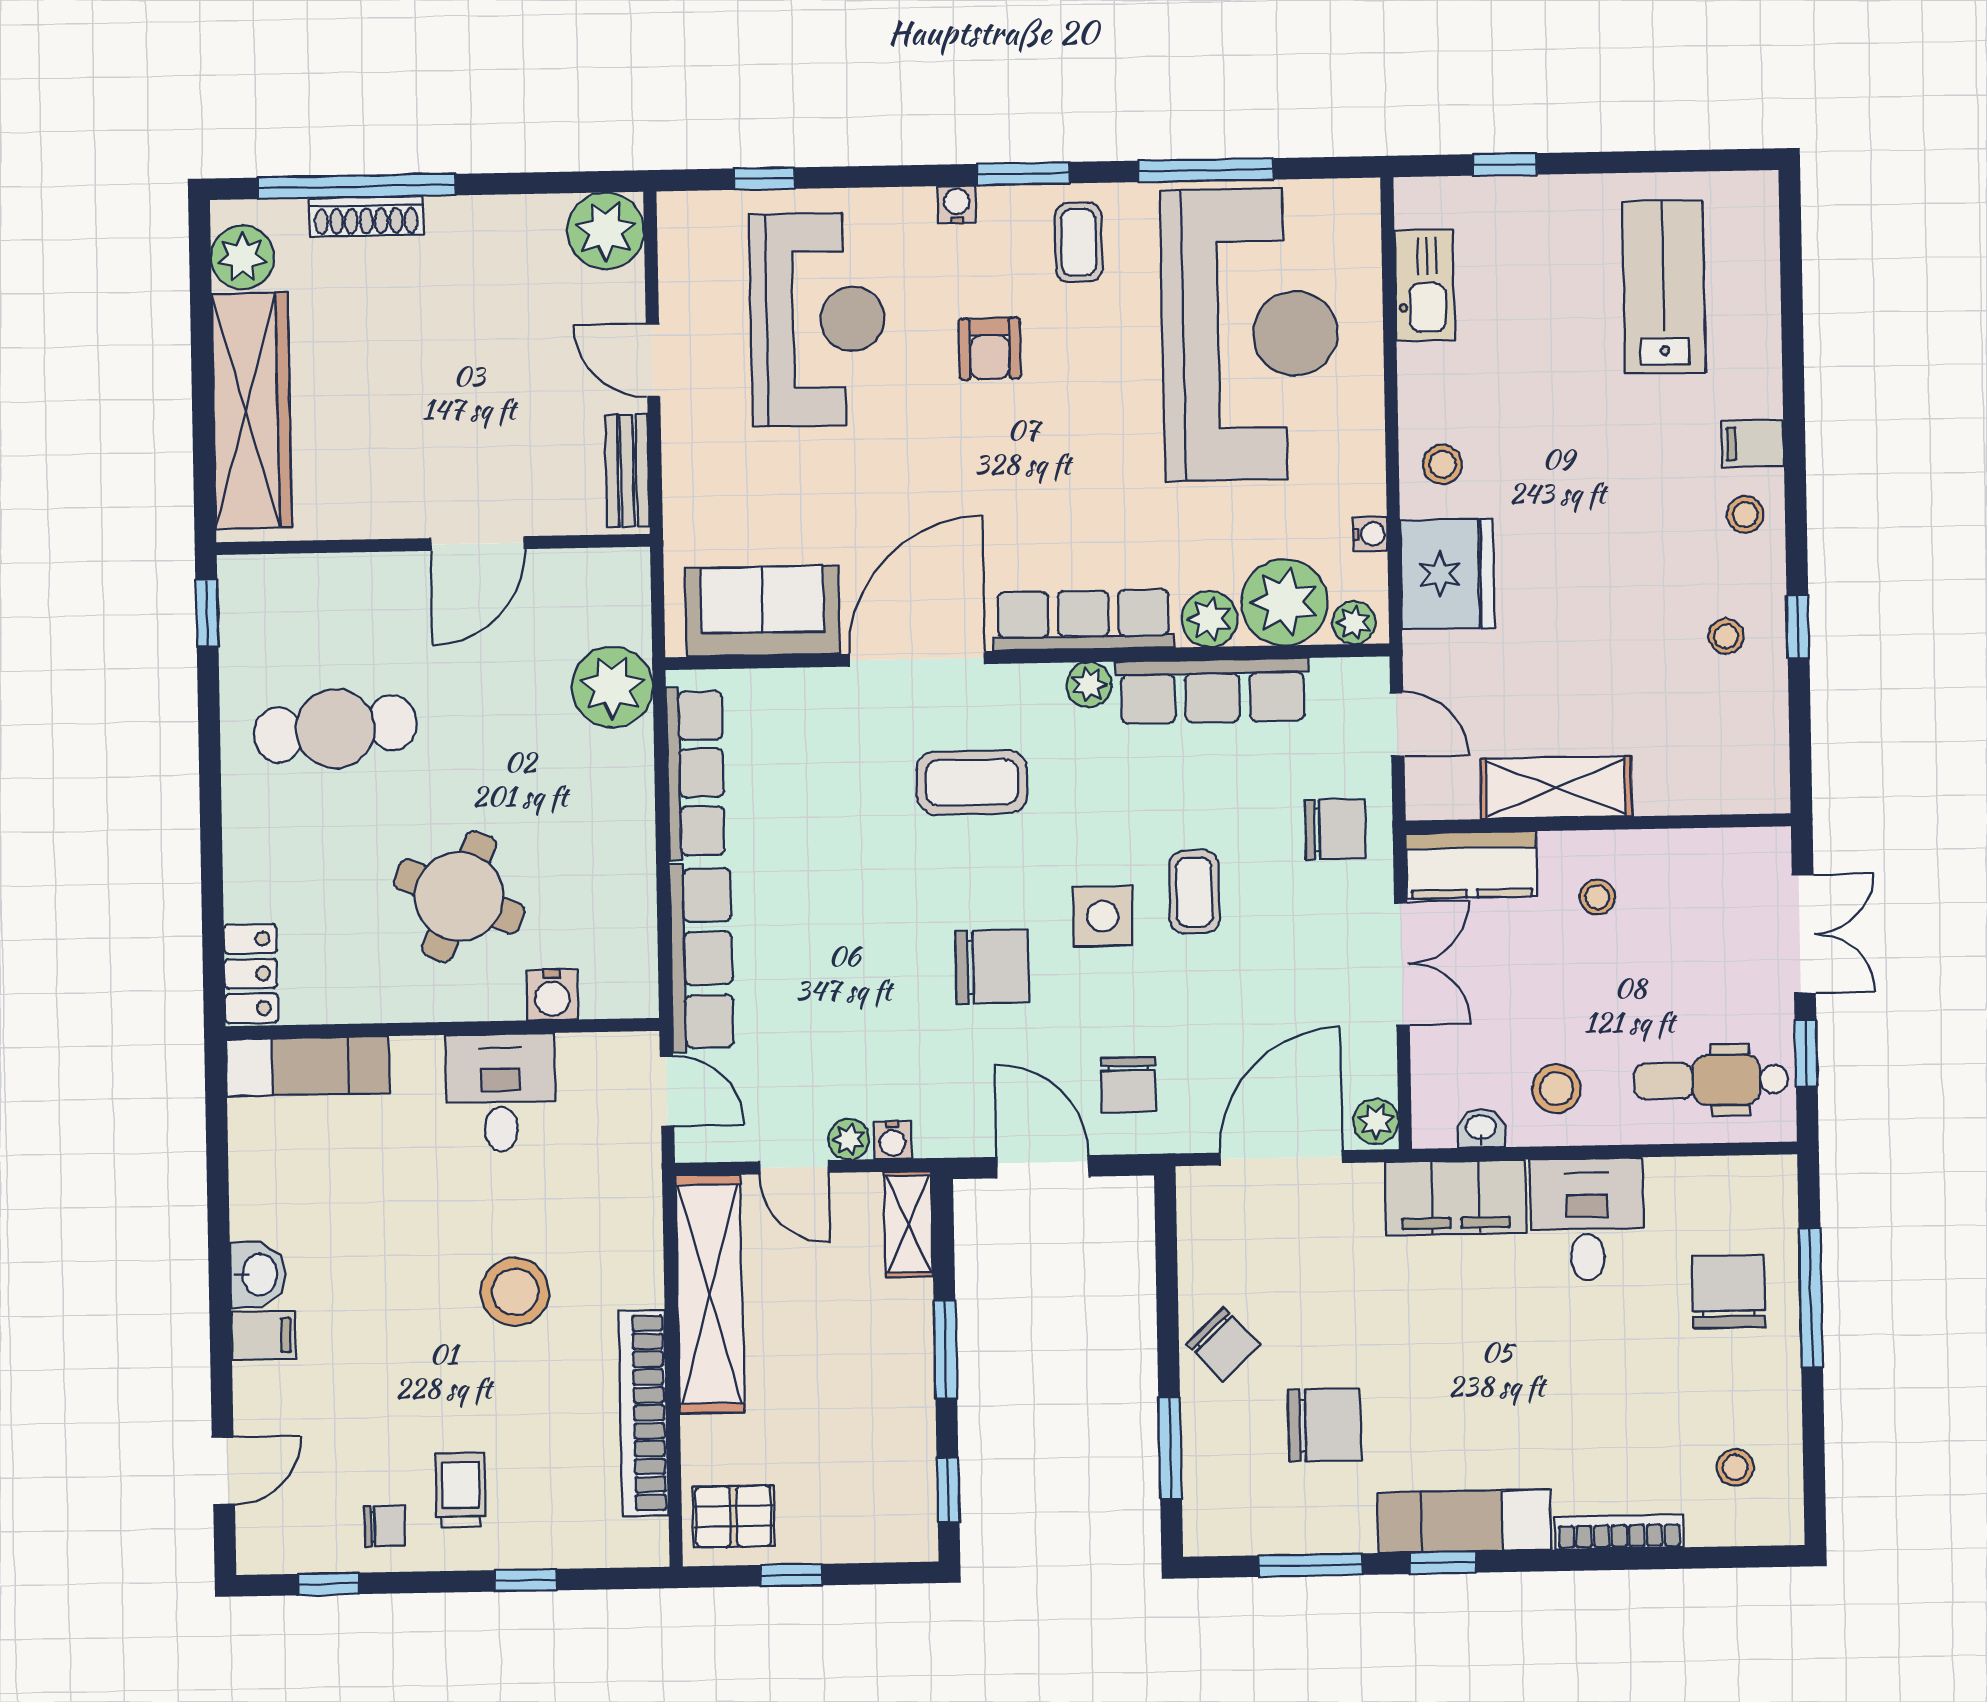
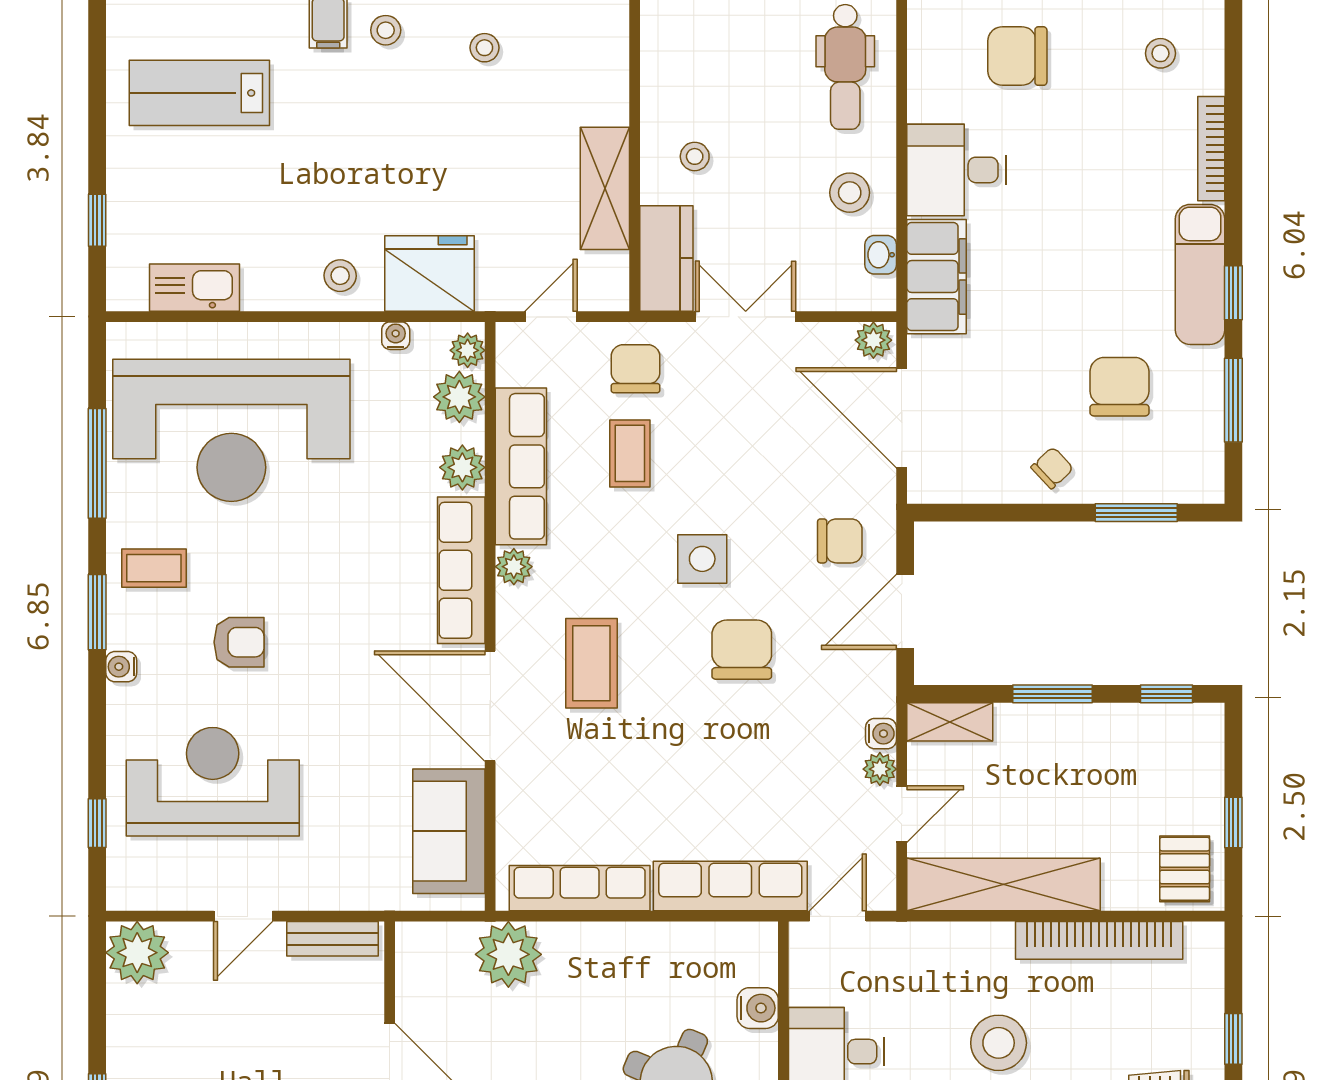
reception desk: (1250, 334) -> (231, 430), turned 180
plant: (1285, 602) -> (459, 397), width x0.73, depth x0.73
coffee table: (1194, 892) -> (630, 453), moved, turned 90
chair: (1223, 1344) -> (1052, 468), width x0.73, depth x0.73

